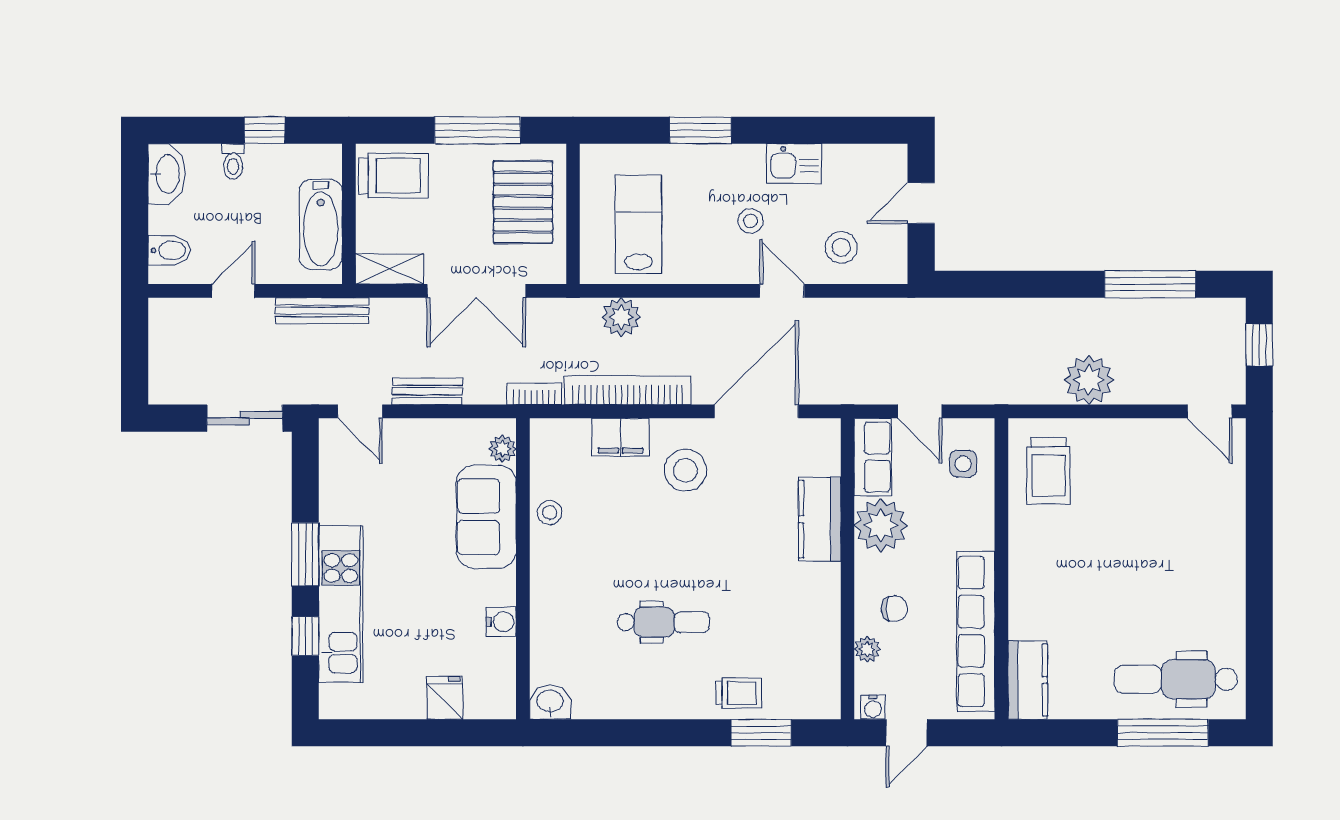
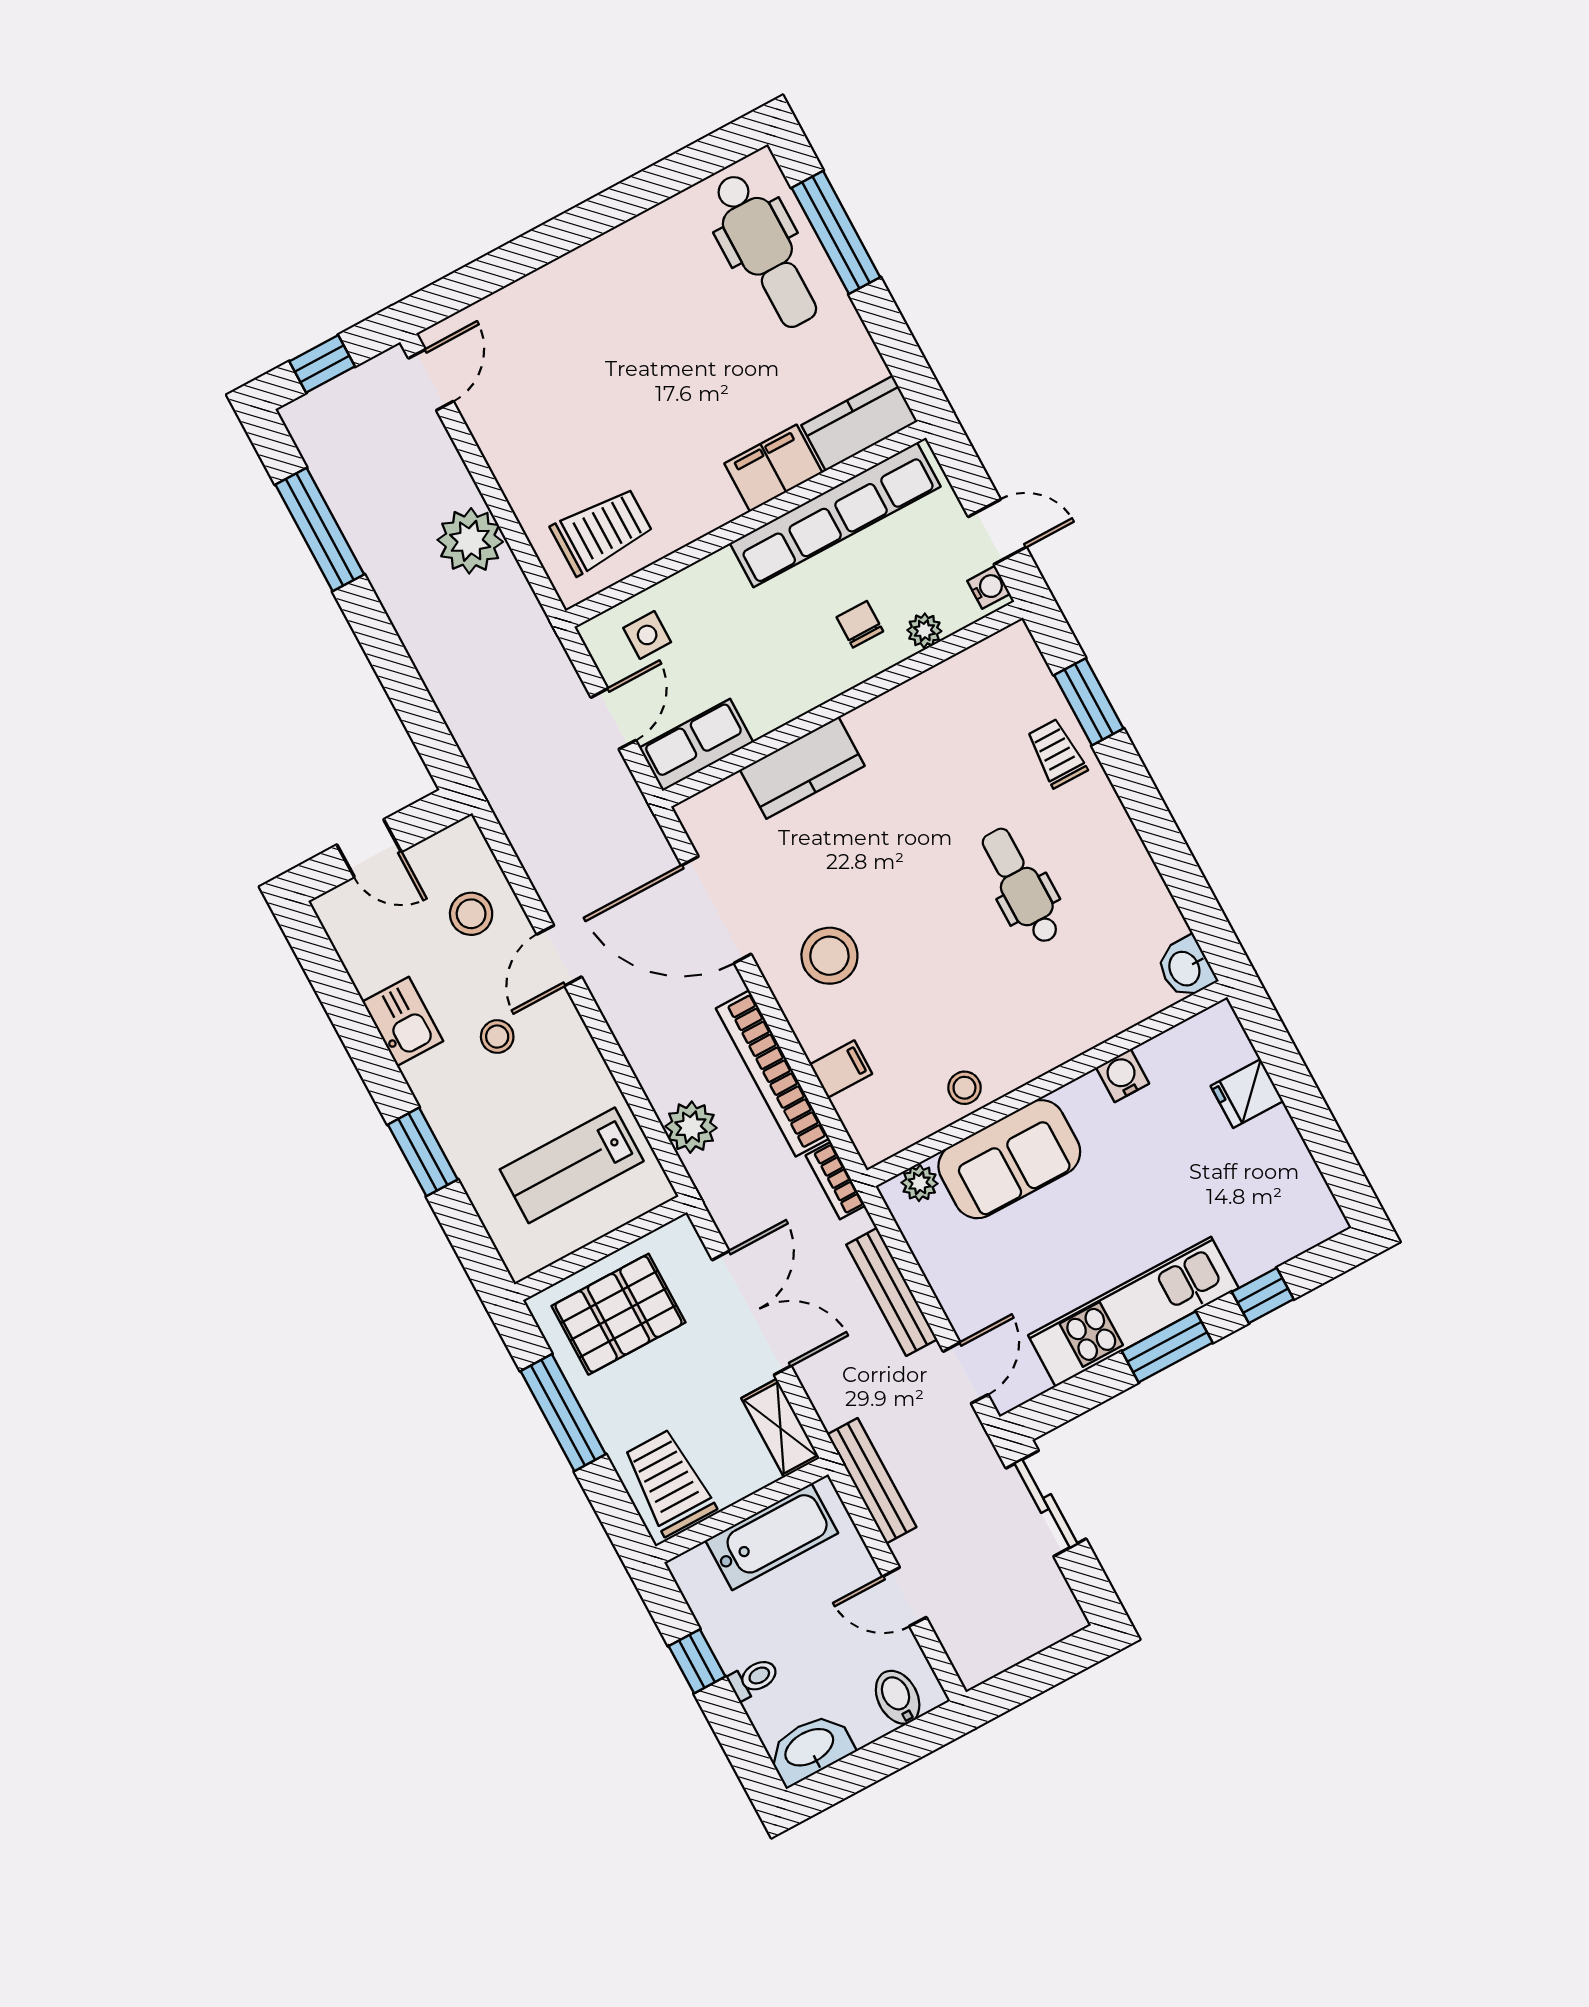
bench: (427, 391) -> (892, 1292), width x1.36
filing cabinet: (620, 437) -> (841, 1069), width x0.50
plant: (881, 525) -> (771, 692), removed
kitchen unit: (341, 604) -> (1133, 1312), moved
filing cabinet: (1029, 607) -> (773, 468), added

